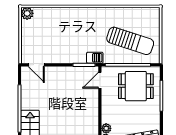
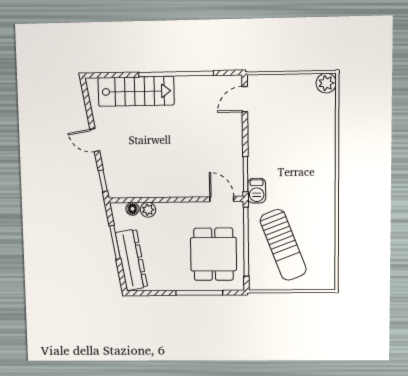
sun lounger: (130, 41) -> (283, 245), turned -39

